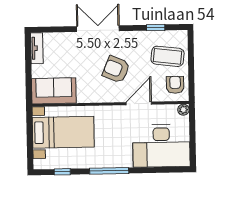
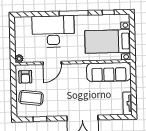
armchair: (116, 69) -> (69, 88), removed
sofa: (54, 91) -> (109, 72), width x1.36
desk: (161, 146) -> (53, 31), moved

